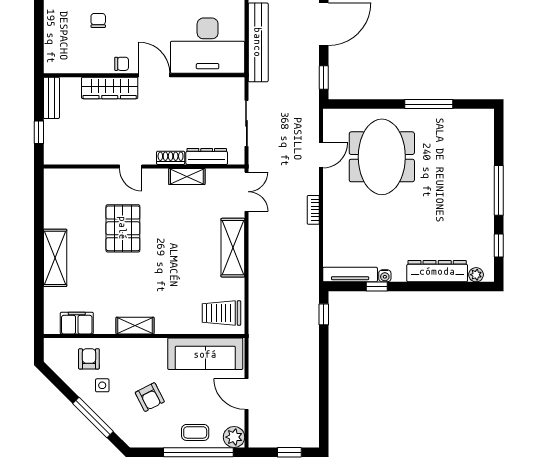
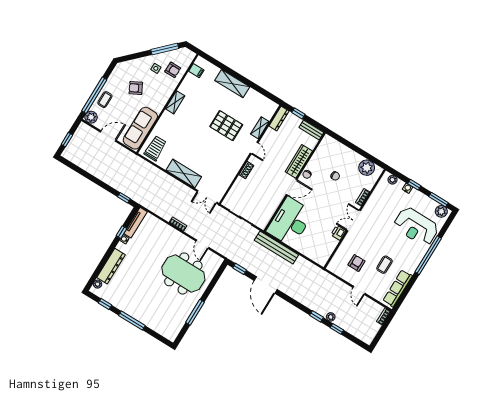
dresser: (207, 157) -> (279, 119), moved
door: (131, 166) -> (254, 148), swing flipped
shelving: (187, 176) -> (260, 128), moved
filing cabinet: (77, 323) -> (196, 71), width x0.50
window: (93, 418) -> (165, 49), moved

